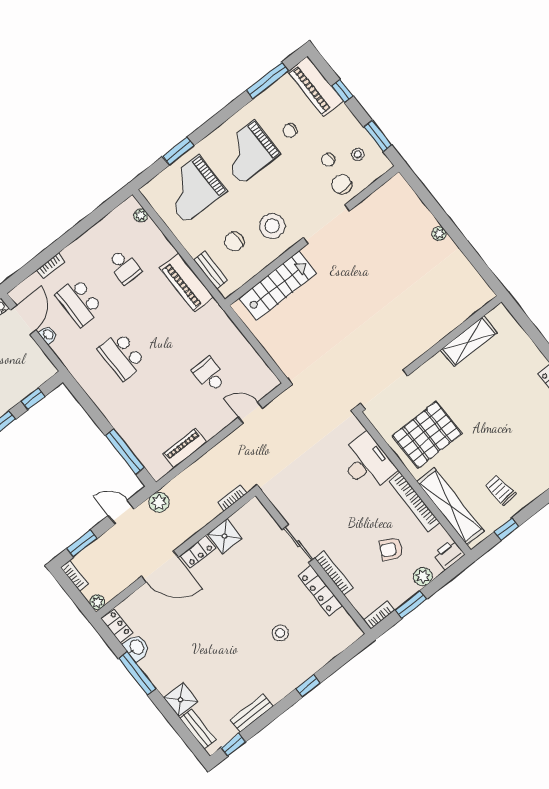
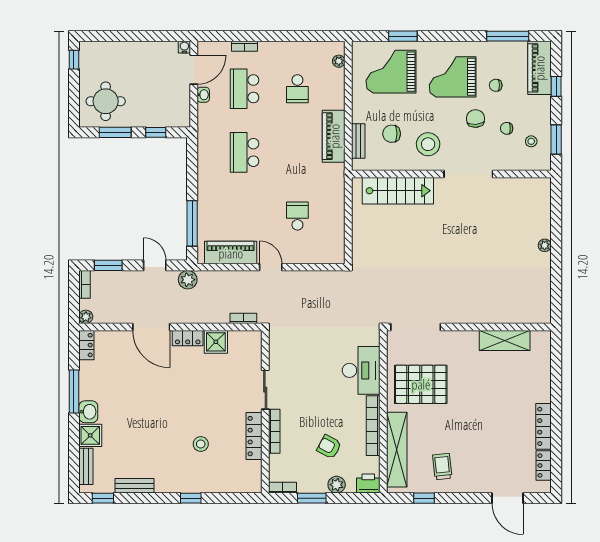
chair: (342, 184) -> (475, 119), moved
door: (250, 413) -> (271, 267), moved
piano: (185, 448) -> (231, 253), width x1.37, depth x1.33
washbasin: (137, 647) -> (88, 412), moved

